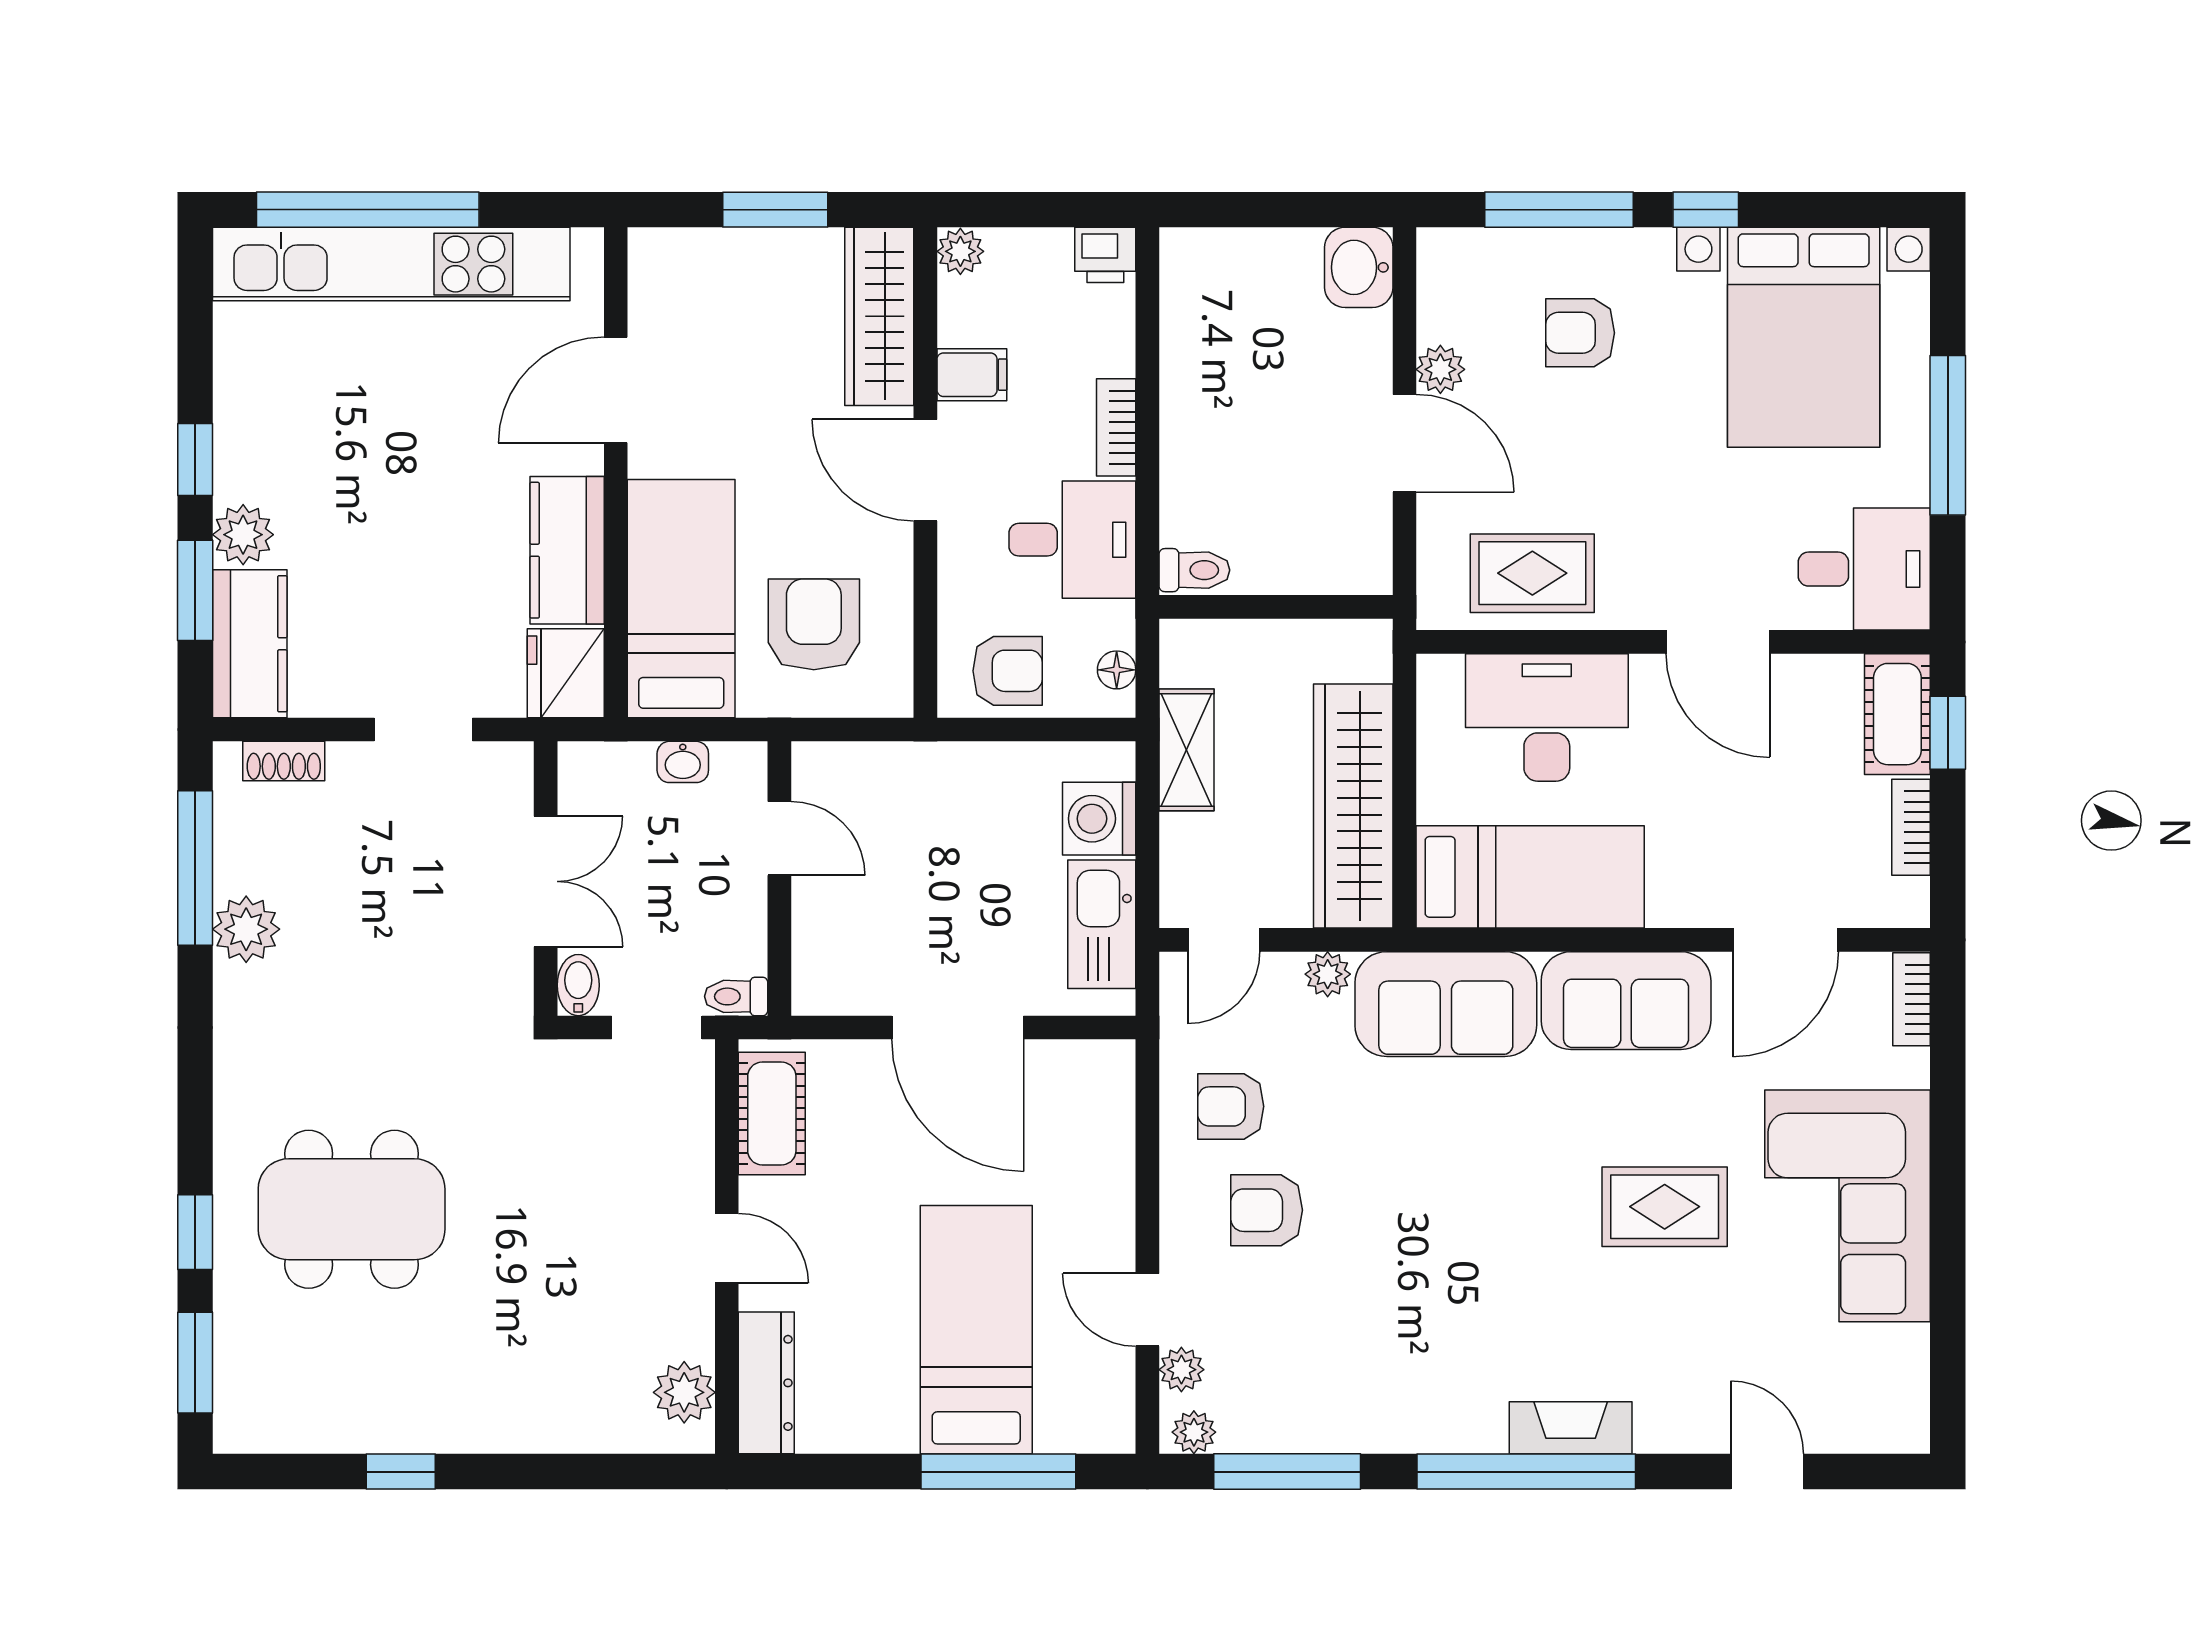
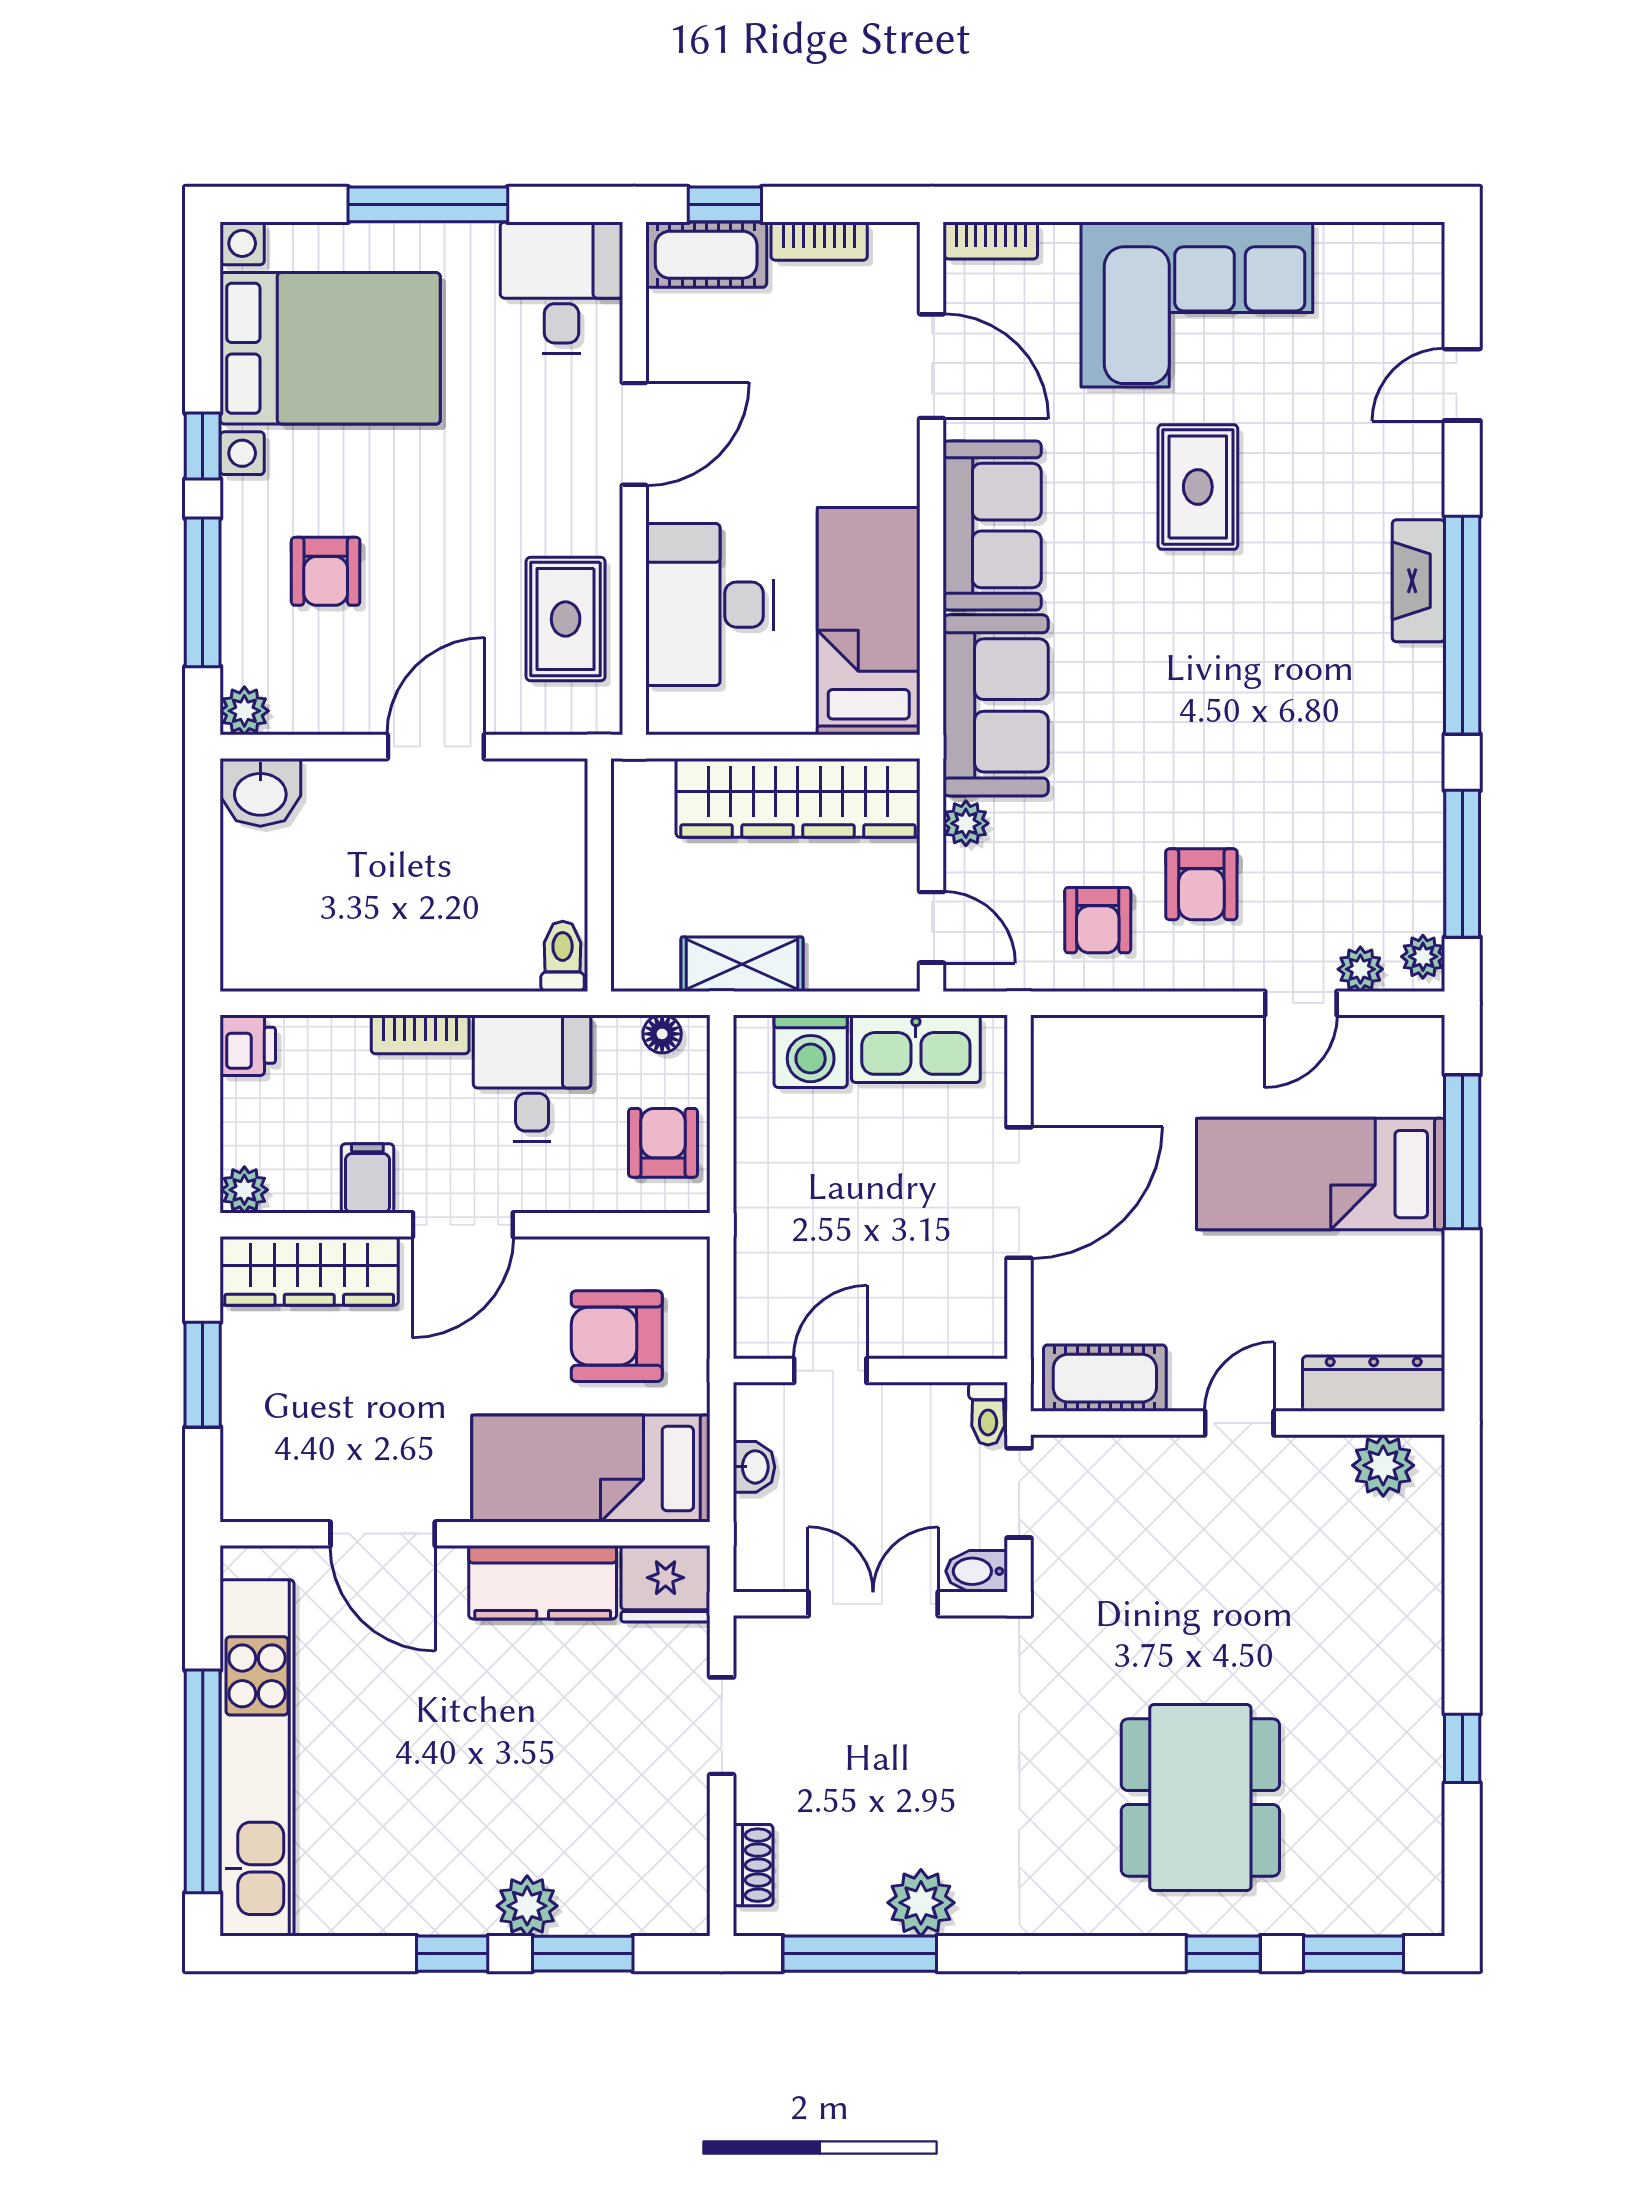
plant: (1440, 369) -> (244, 711), moved
kitchen counter: (250, 644) -> (636, 1899), removed

